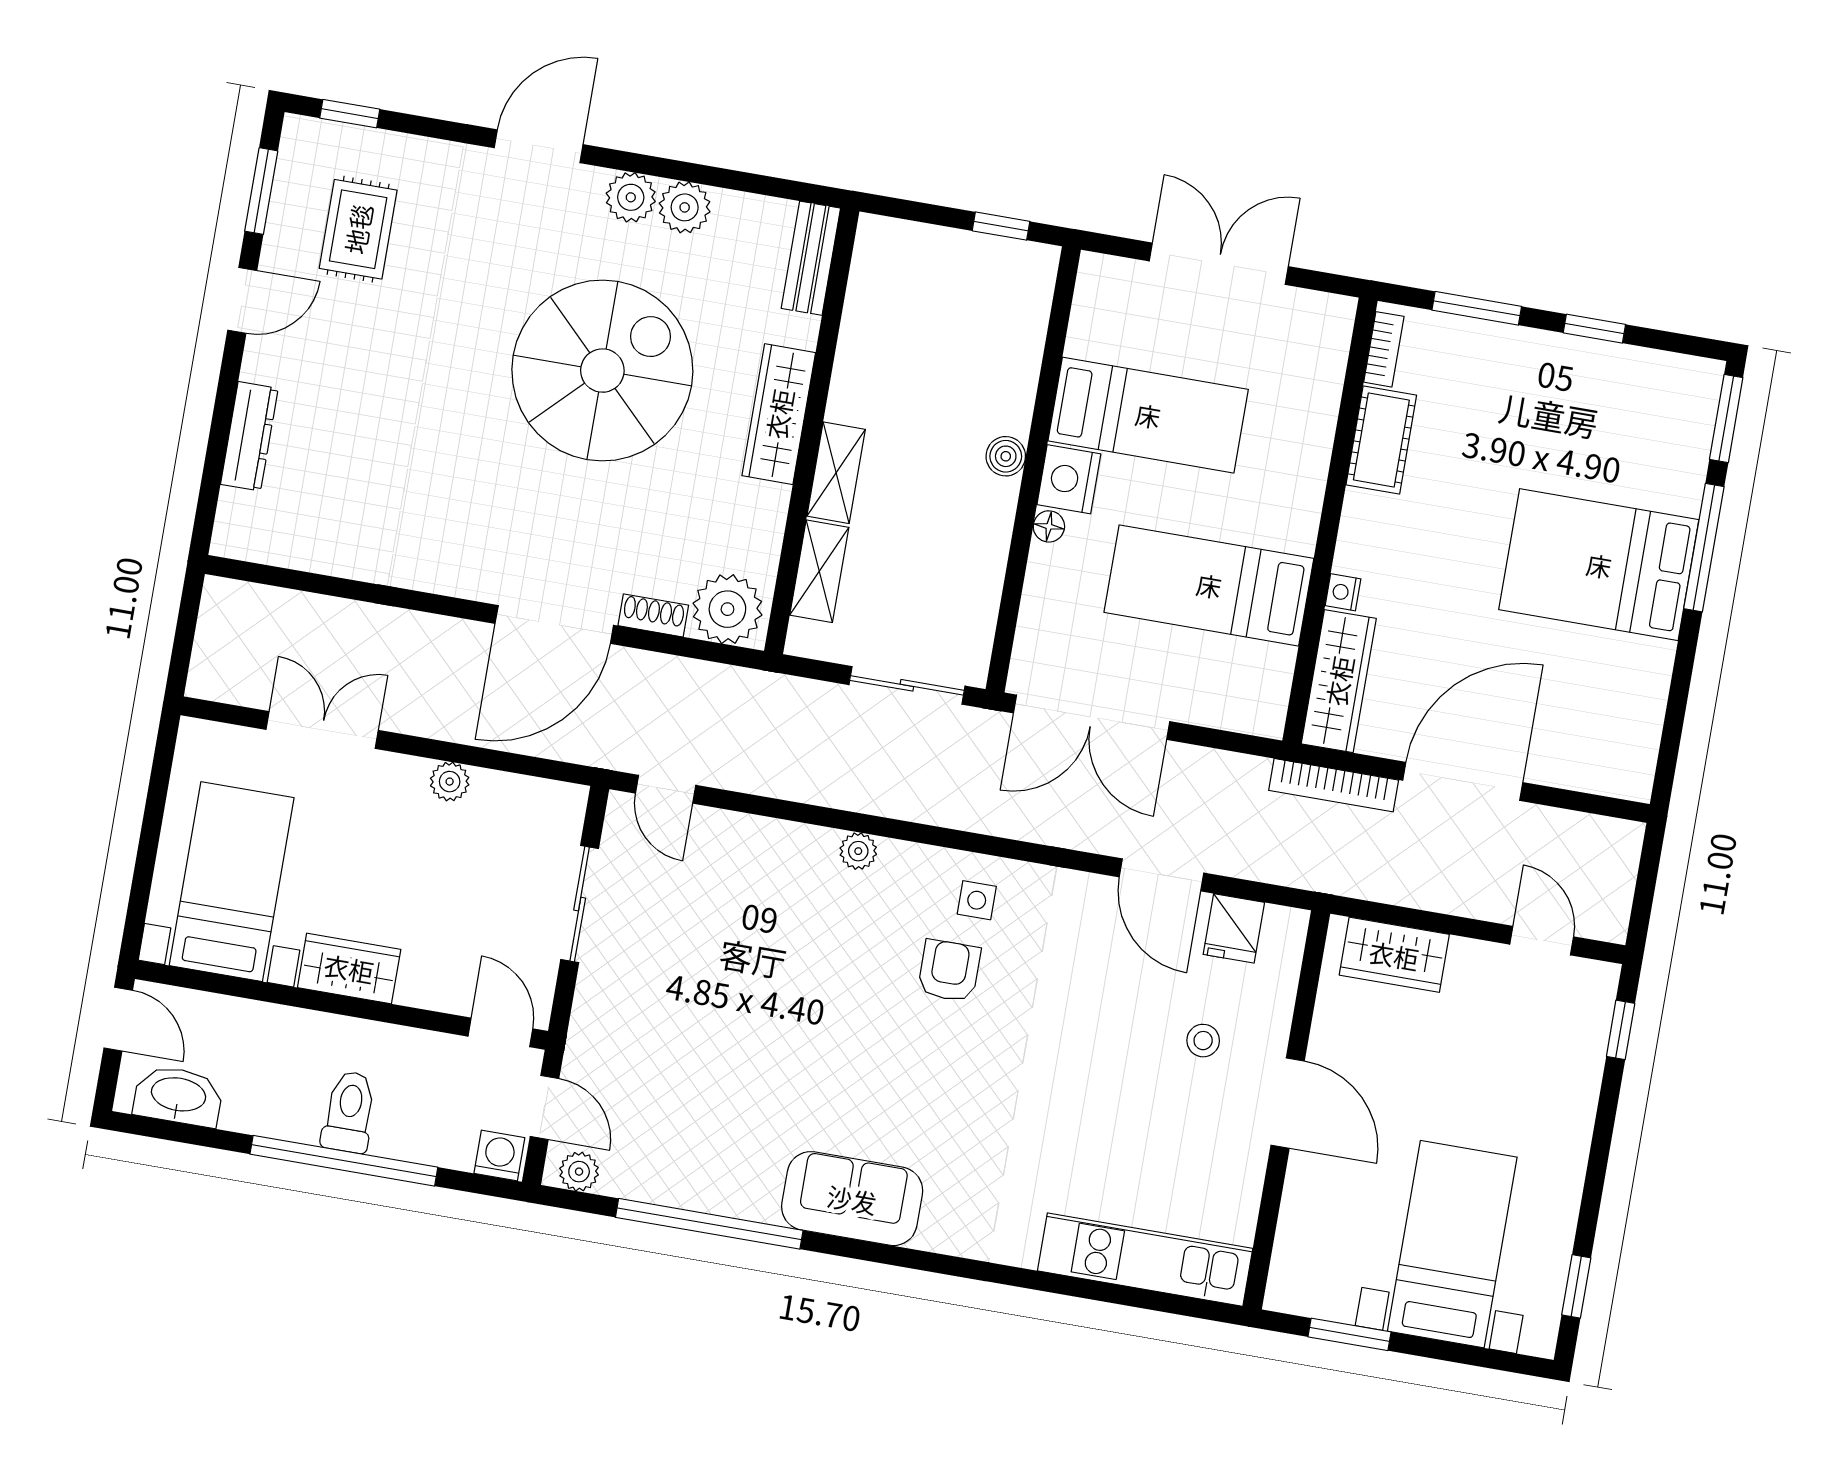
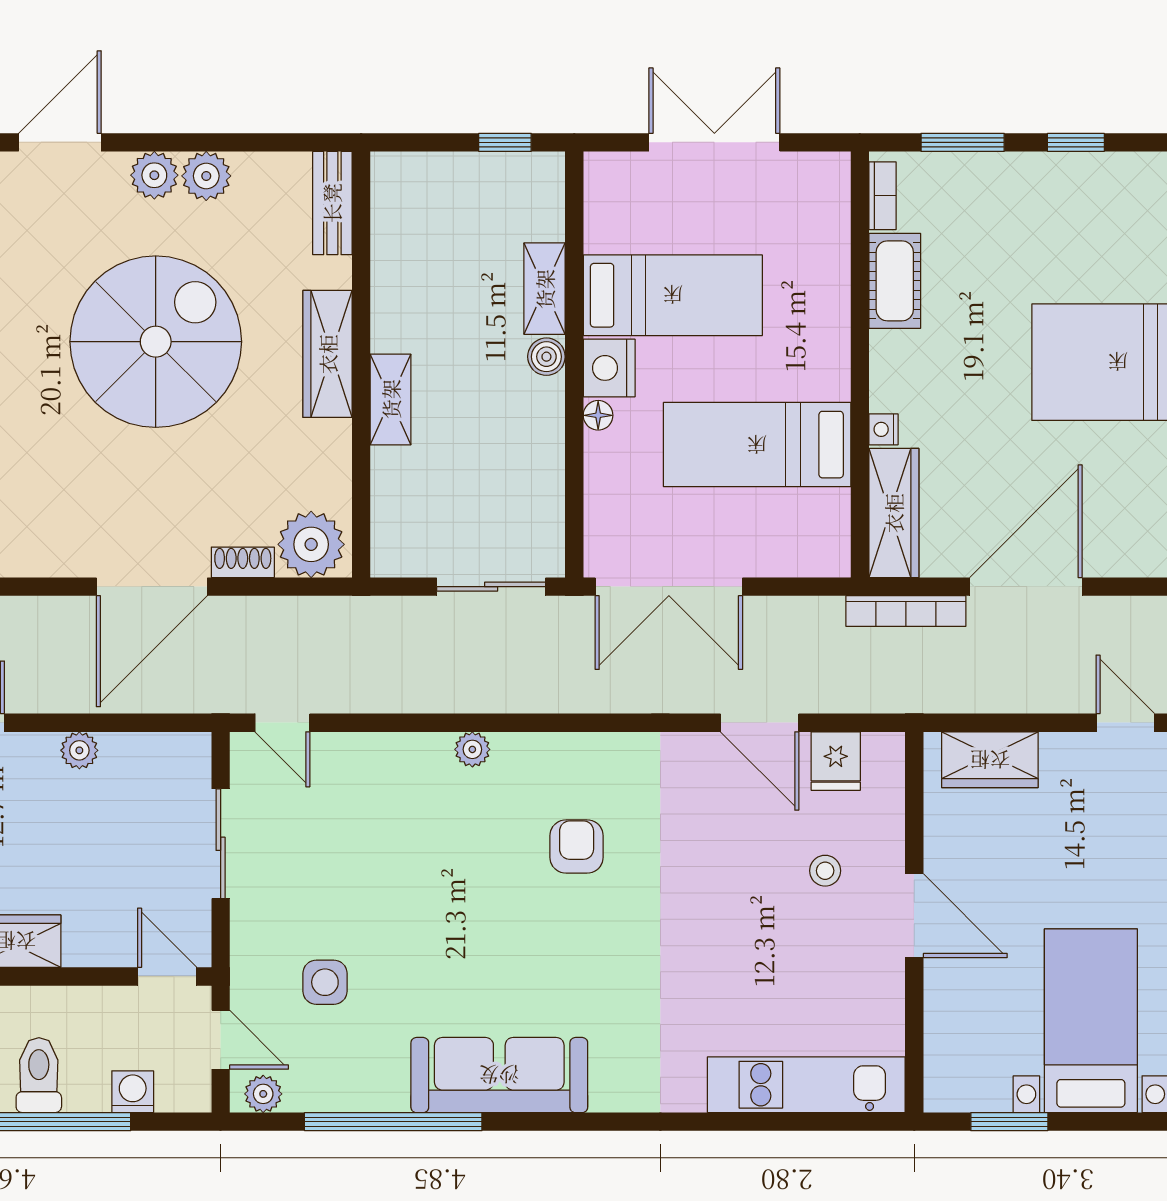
shelving: (819, 571) -> (545, 289), moved
side table: (977, 900) -> (325, 982), moved, width x1.37, depth x1.37
washing machine: (499, 1155) -> (133, 1092), moved
sofa: (852, 1199) -> (499, 1075), width x1.36

